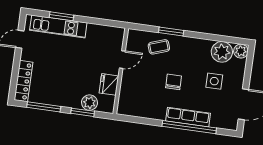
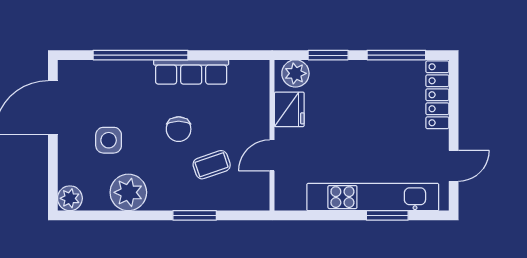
kitchen unit: (58, 26) -> (373, 197), width x1.36
coffee table: (159, 47) -> (212, 165), moved
plant: (222, 52) -> (128, 192), moved
plant: (90, 103) -> (295, 73), moved
row of seats: (188, 117) -> (191, 72), moved

